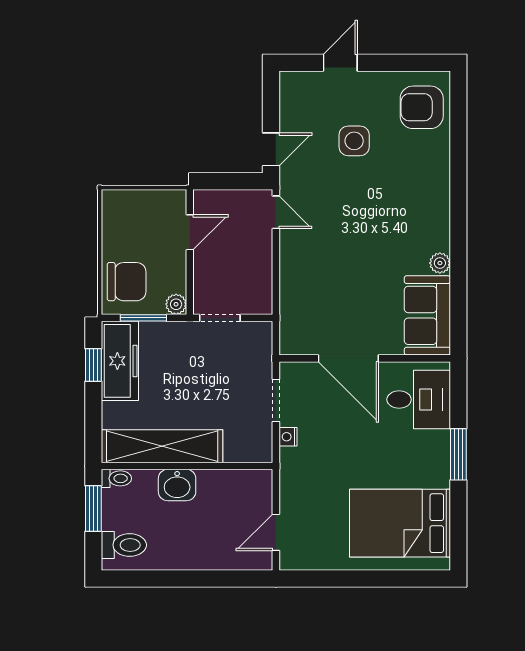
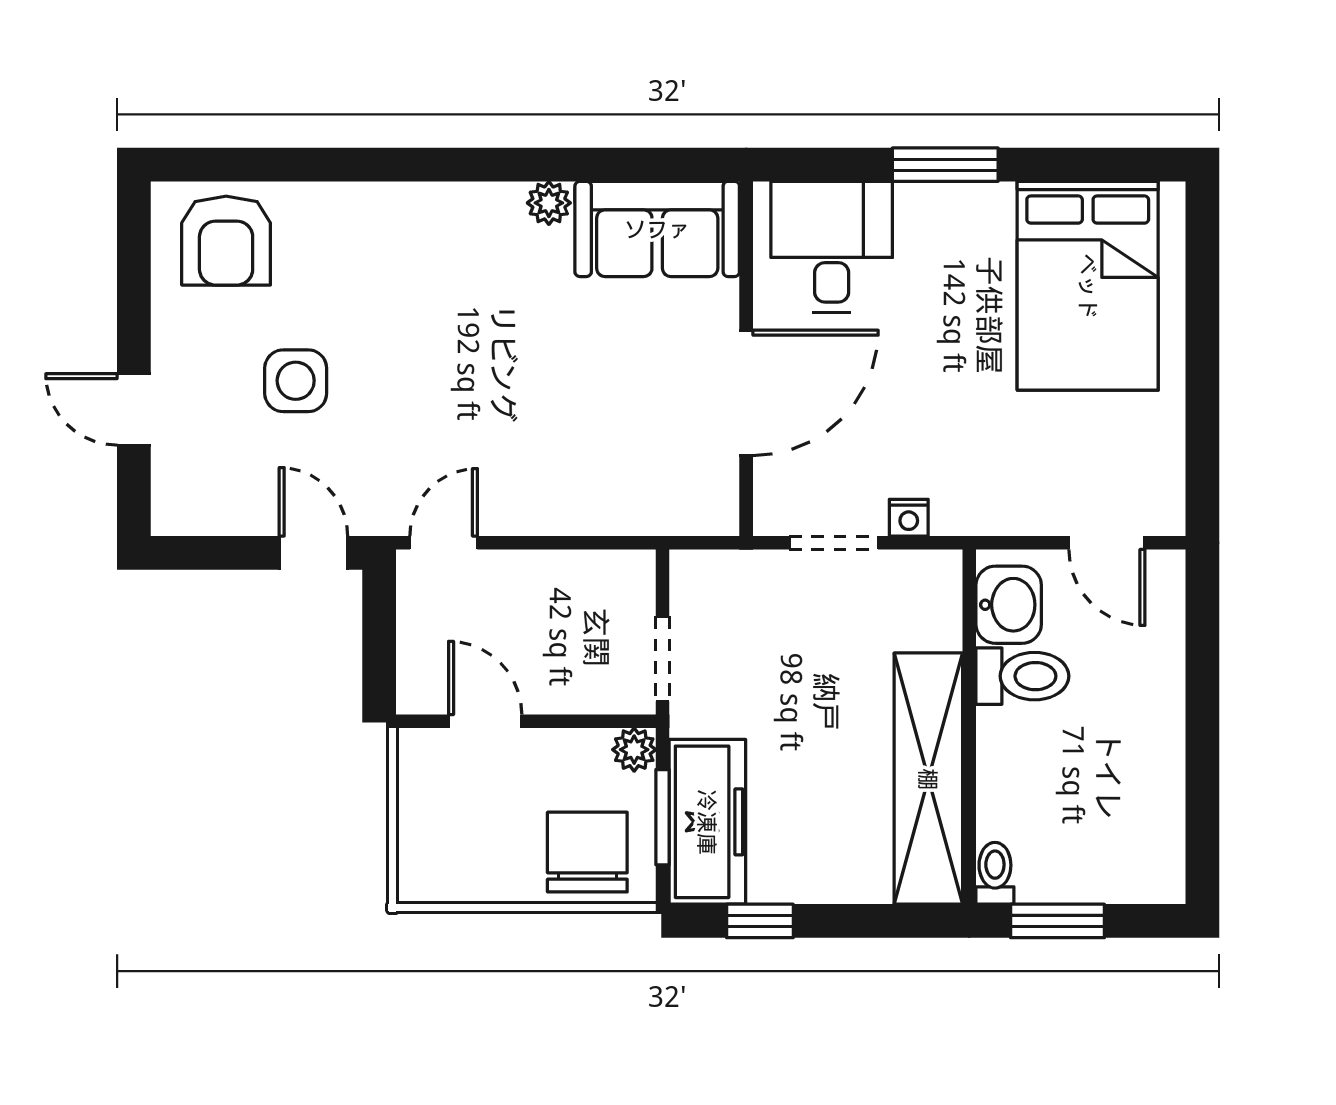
freezer: (120, 361) -> (707, 822), moved, turned 90
washbasin: (177, 485) -> (1009, 605), moved
toilet: (124, 545) -> (1022, 676), moved, turned 90

